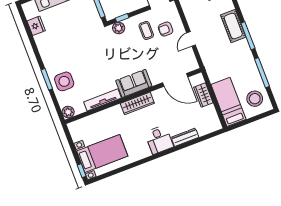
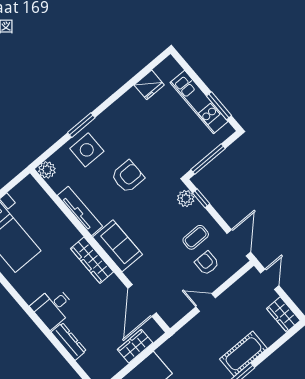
armchair: (91, 61) -> (128, 177), added

